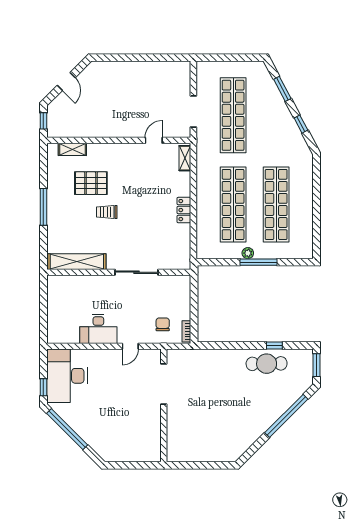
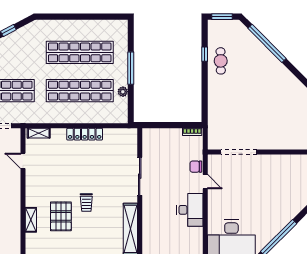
shelving: (72, 149) -> (31, 220), moved
locker: (184, 210) -> (85, 134), width x1.53
plant: (248, 253) -> (123, 92), moved
chair: (163, 324) -> (196, 167), moved
cafe table: (267, 364) -> (221, 61), width x0.73, depth x0.74

